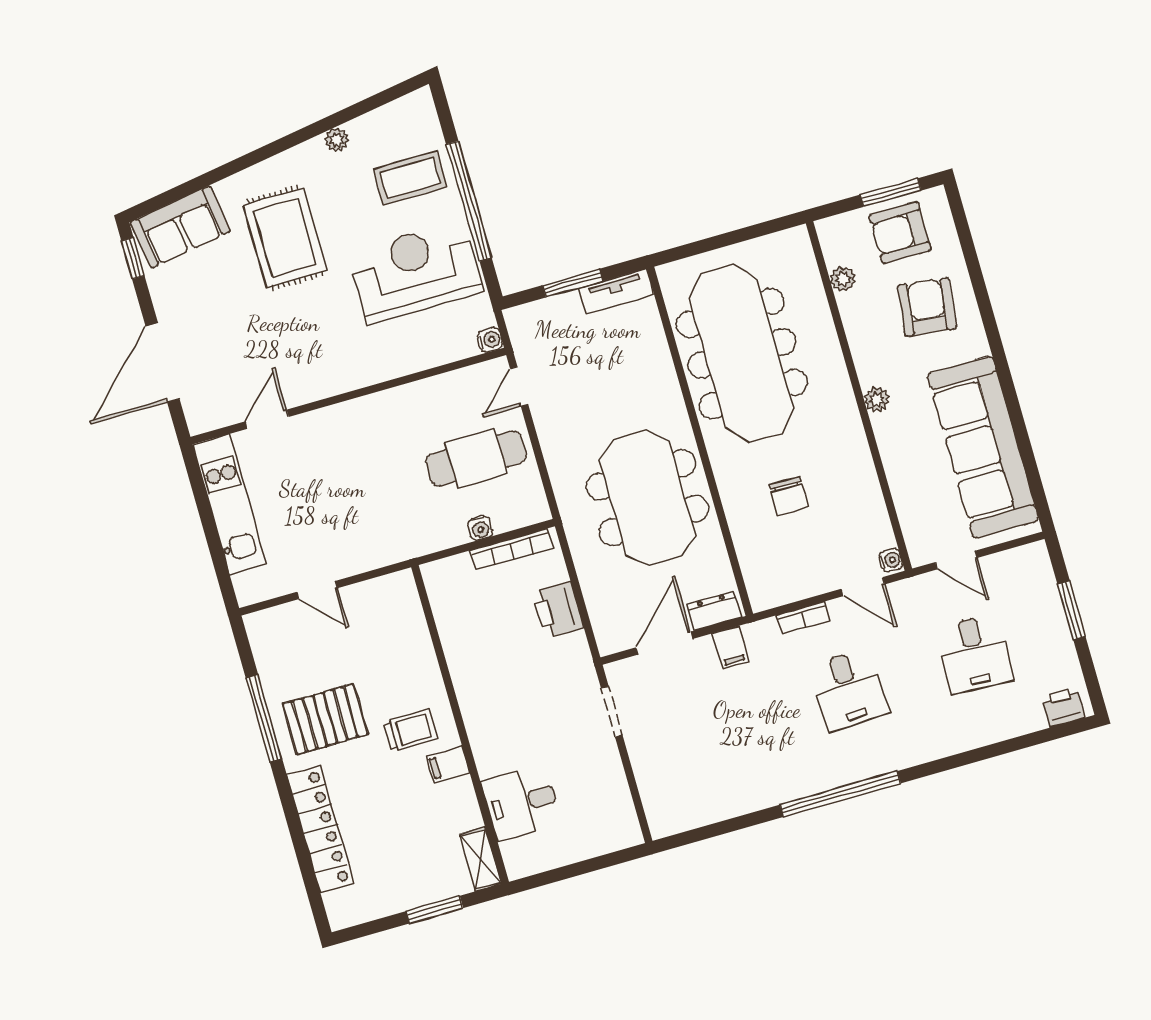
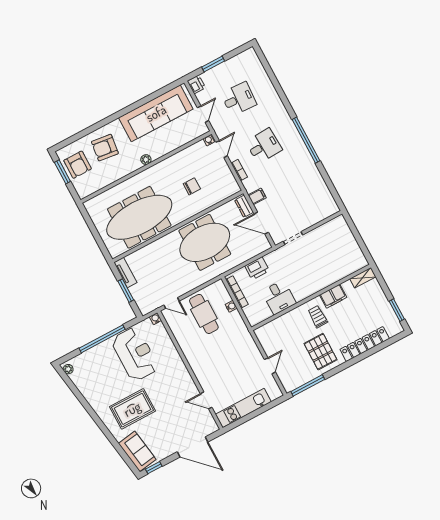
plant: (337, 140) -> (68, 369), moved
coffee table: (410, 178) -> (98, 364), removed
reception desk: (415, 272) -> (135, 354), turned 180
plant: (843, 279) -> (101, 183), removed
printer: (1063, 707) -> (196, 84), moved, turned 180
window: (264, 718) -> (308, 385), moved
filing cabinet: (448, 765) -> (333, 296), width x2.00
desk: (522, 803) -> (279, 297), moved
window: (435, 910) -> (397, 310), moved

